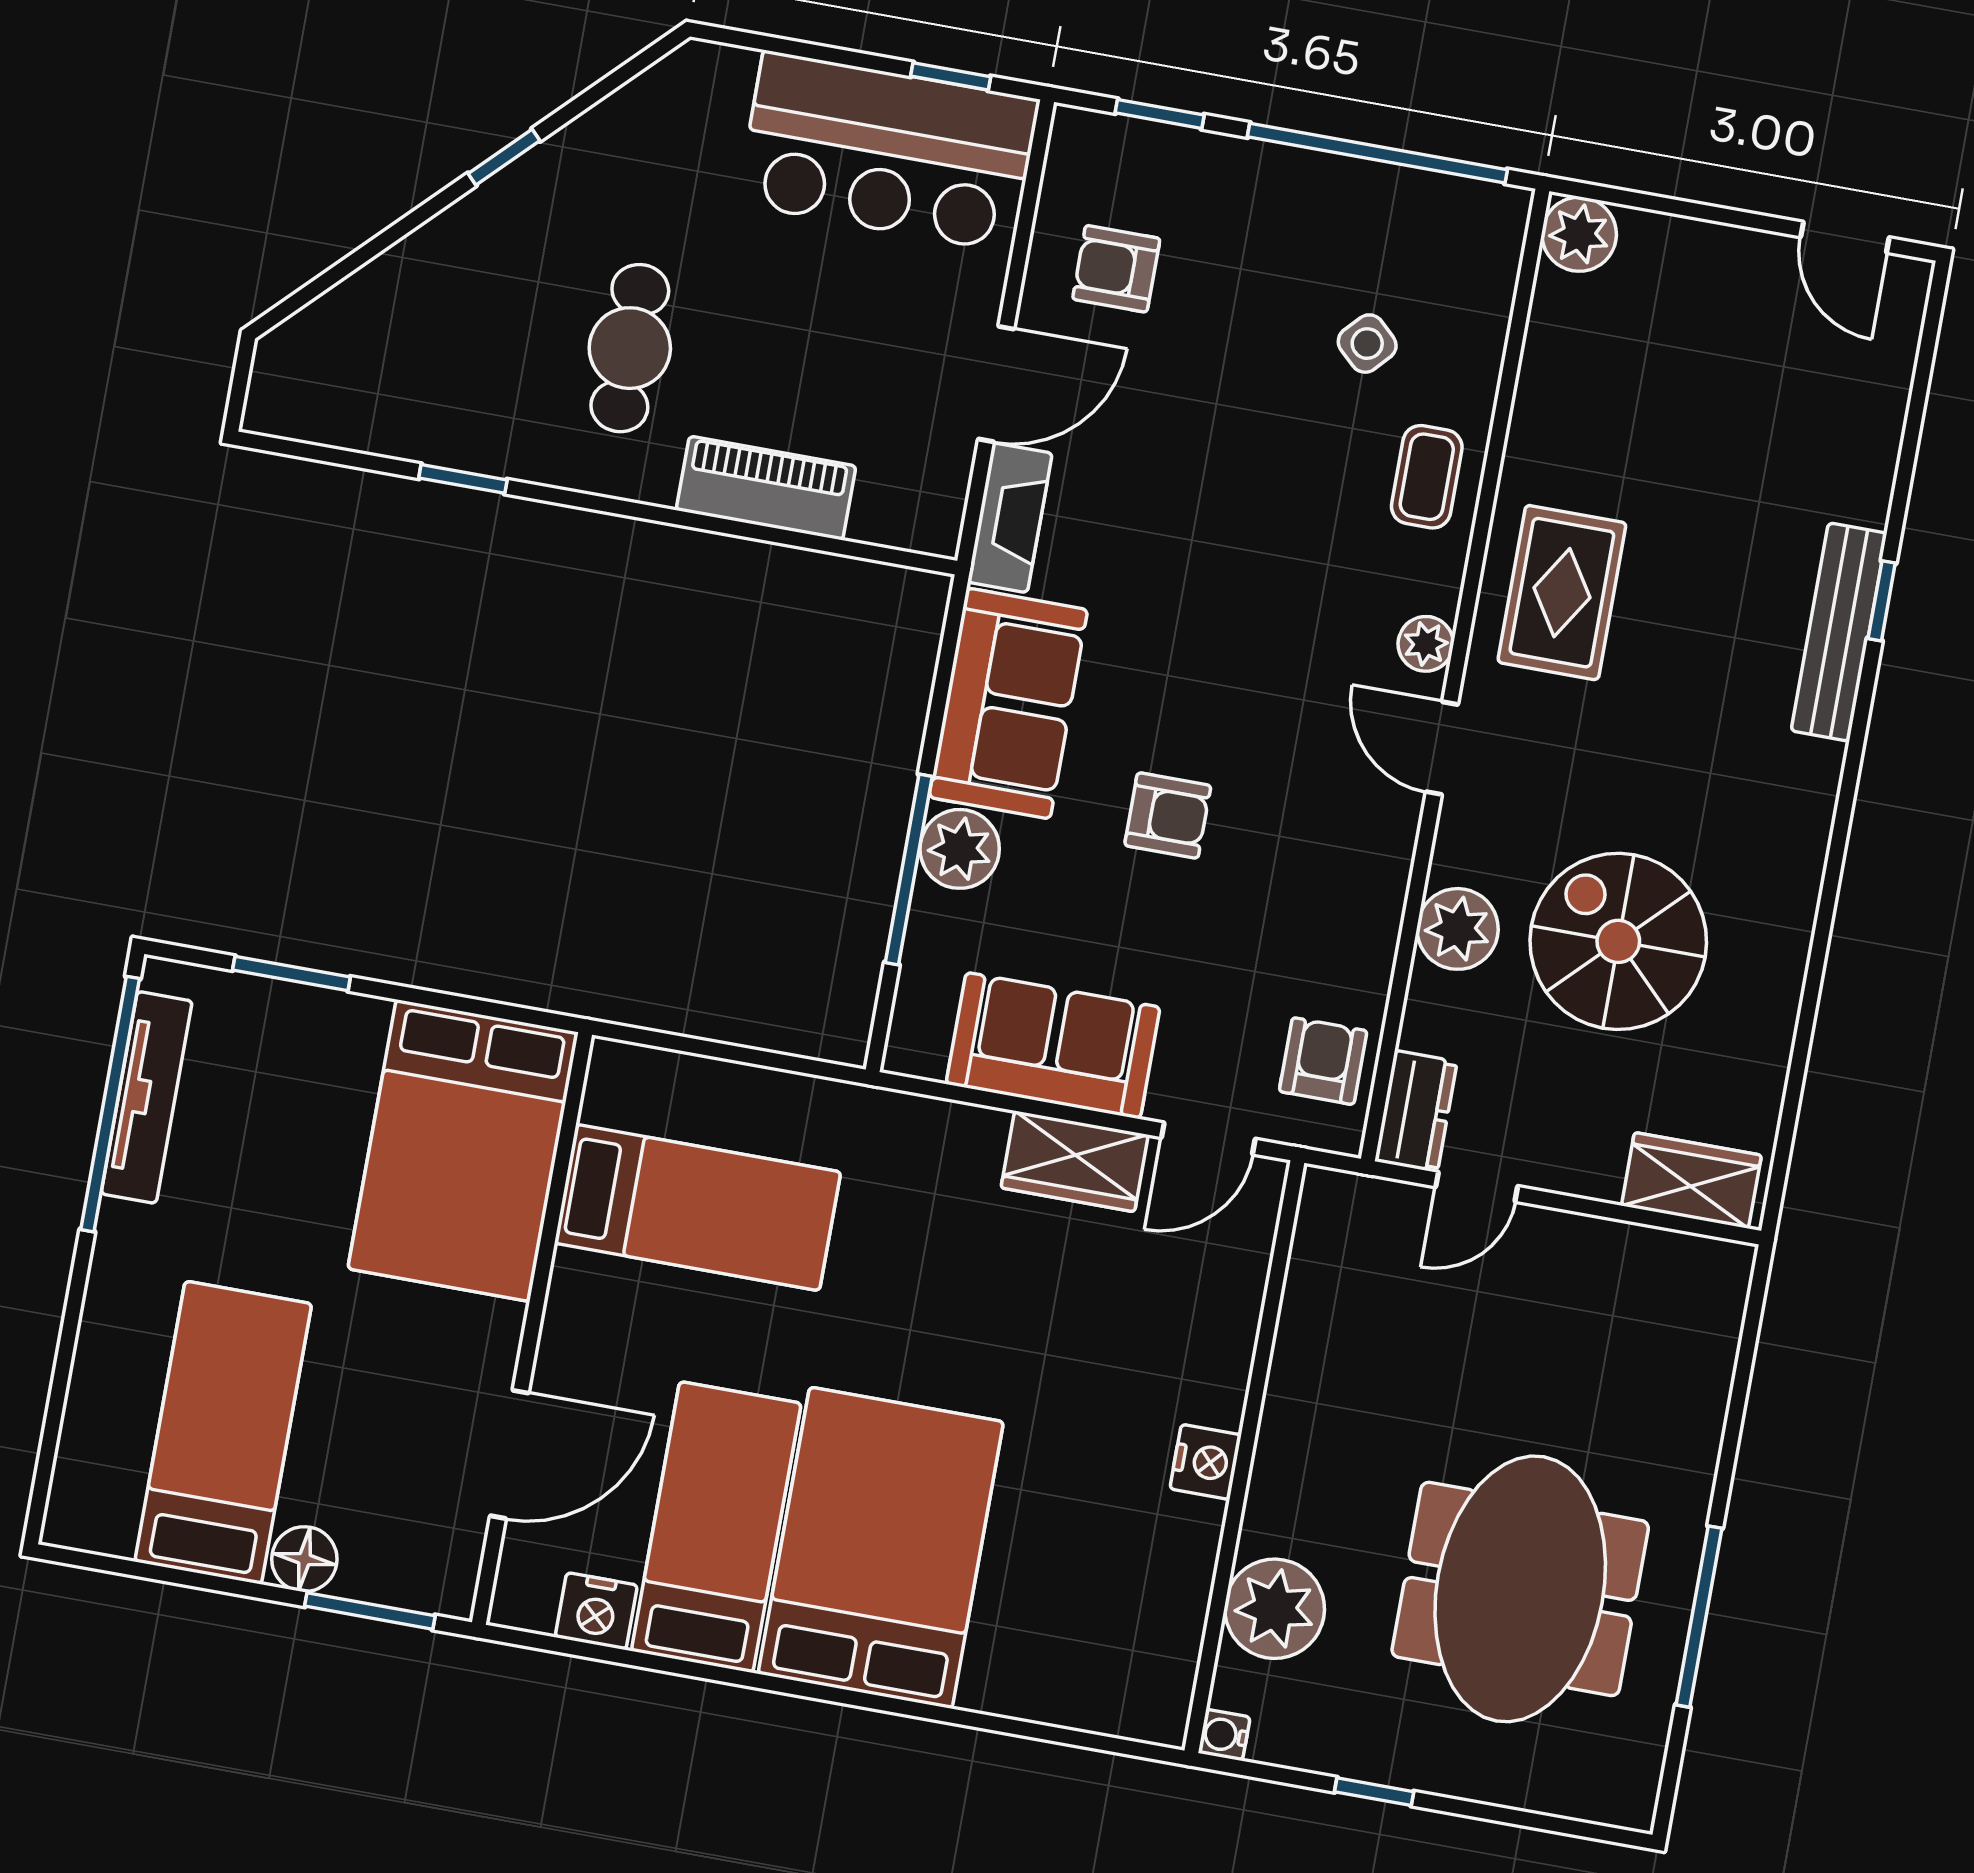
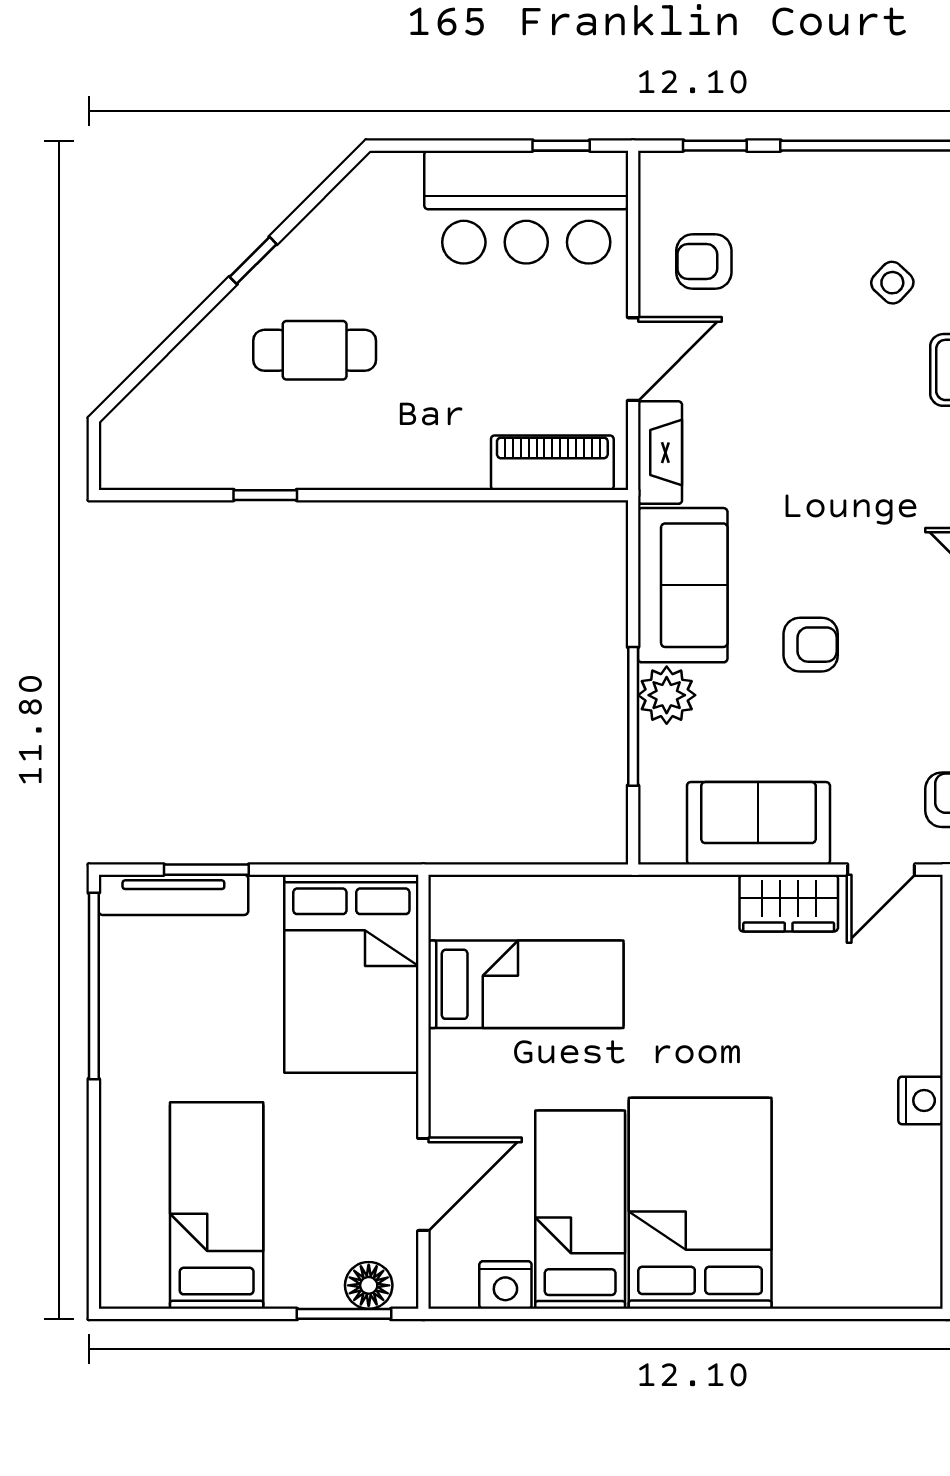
cafe table: (630, 348) -> (315, 350), moved, turned 90
piano: (766, 488) -> (552, 463), moved
tv unit: (147, 1097) -> (173, 895), moved, turned 90
floor lamp: (304, 1559) -> (369, 1285), moved

